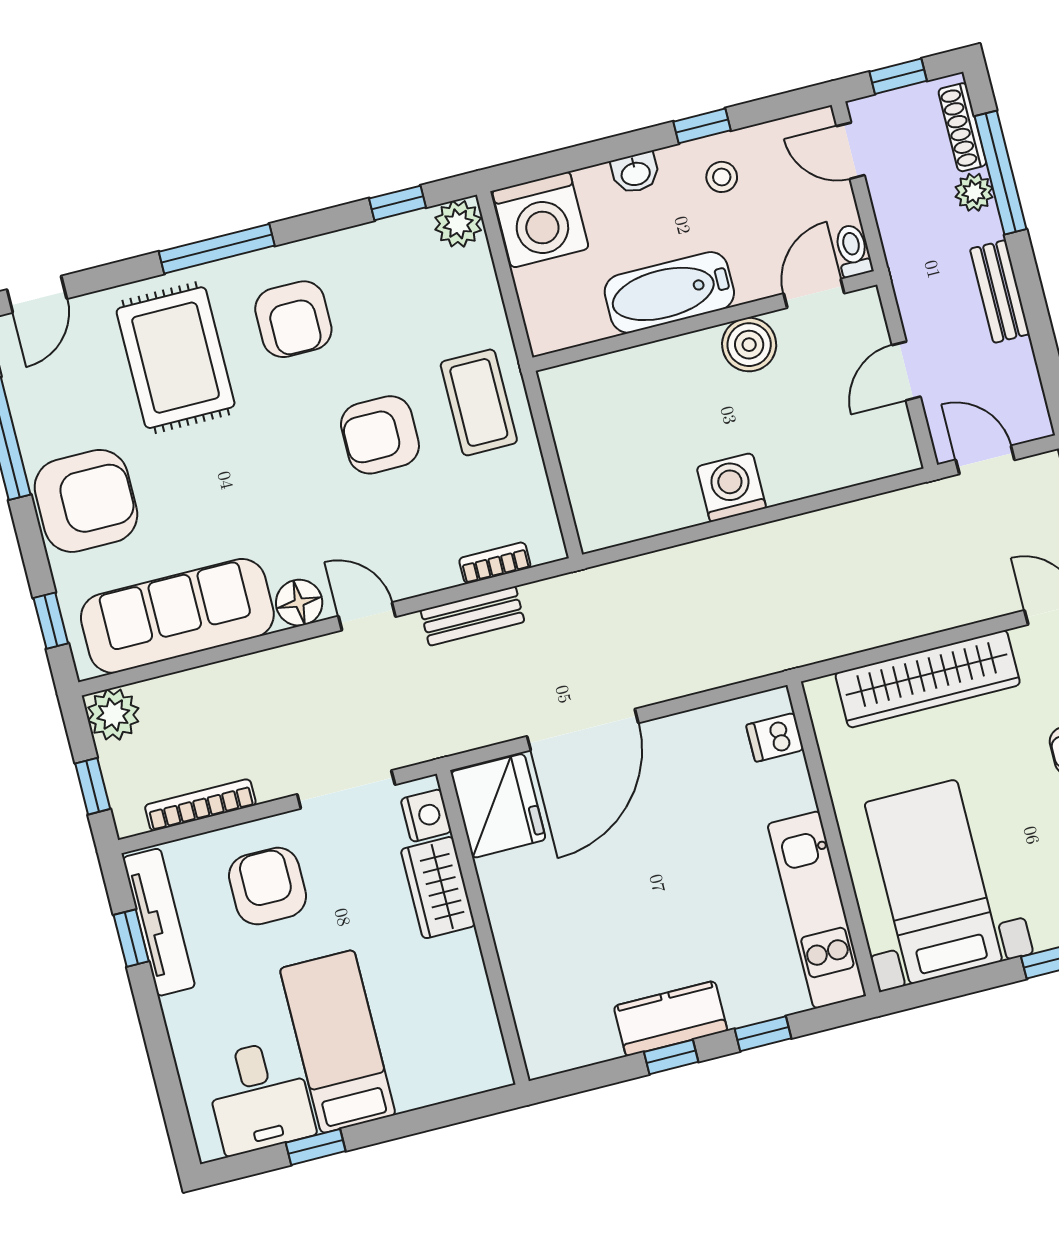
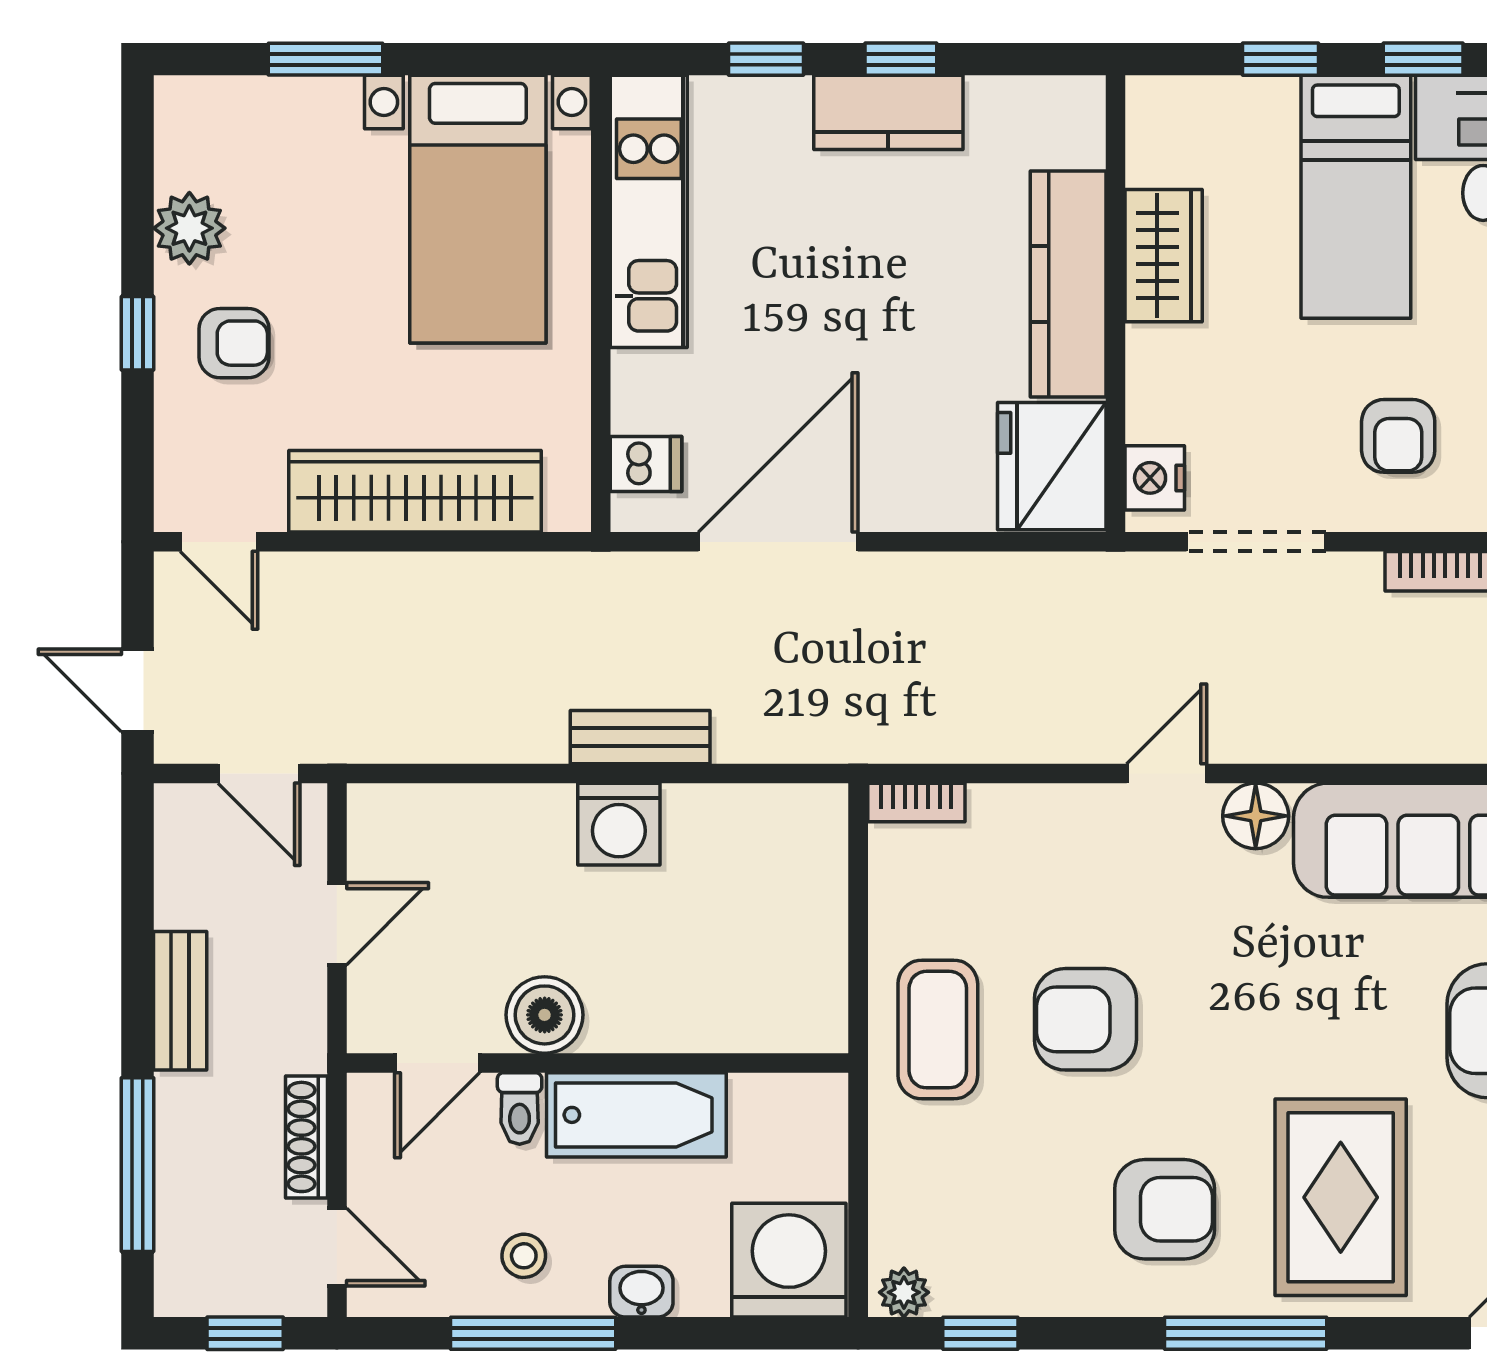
window: (702, 126) -> (533, 1333), width x2.17
shoe rack: (962, 127) -> (306, 1137), moved, turned 180
plant: (974, 192) -> (181, 1147), removed
plant: (458, 224) -> (904, 1292), width x0.73, depth x0.73
toilet: (853, 251) -> (520, 1109), moved
armchair: (293, 319) -> (1165, 1209), turned 90
armchair: (380, 435) -> (1085, 1019), turned 180
bookcase: (495, 563) -> (916, 802), moved
door: (367, 616) -> (1167, 773), swing flipped
bench: (472, 616) -> (640, 737), moved
door: (583, 730) -> (778, 542), moved
armchair: (268, 886) -> (1398, 436), width x0.72, depth x0.72
wardrobe: (438, 888) -> (1164, 256), moved
kitchen counter: (518, 933) -> (1068, 284), added
window: (413, 1122) -> (1280, 59), added

